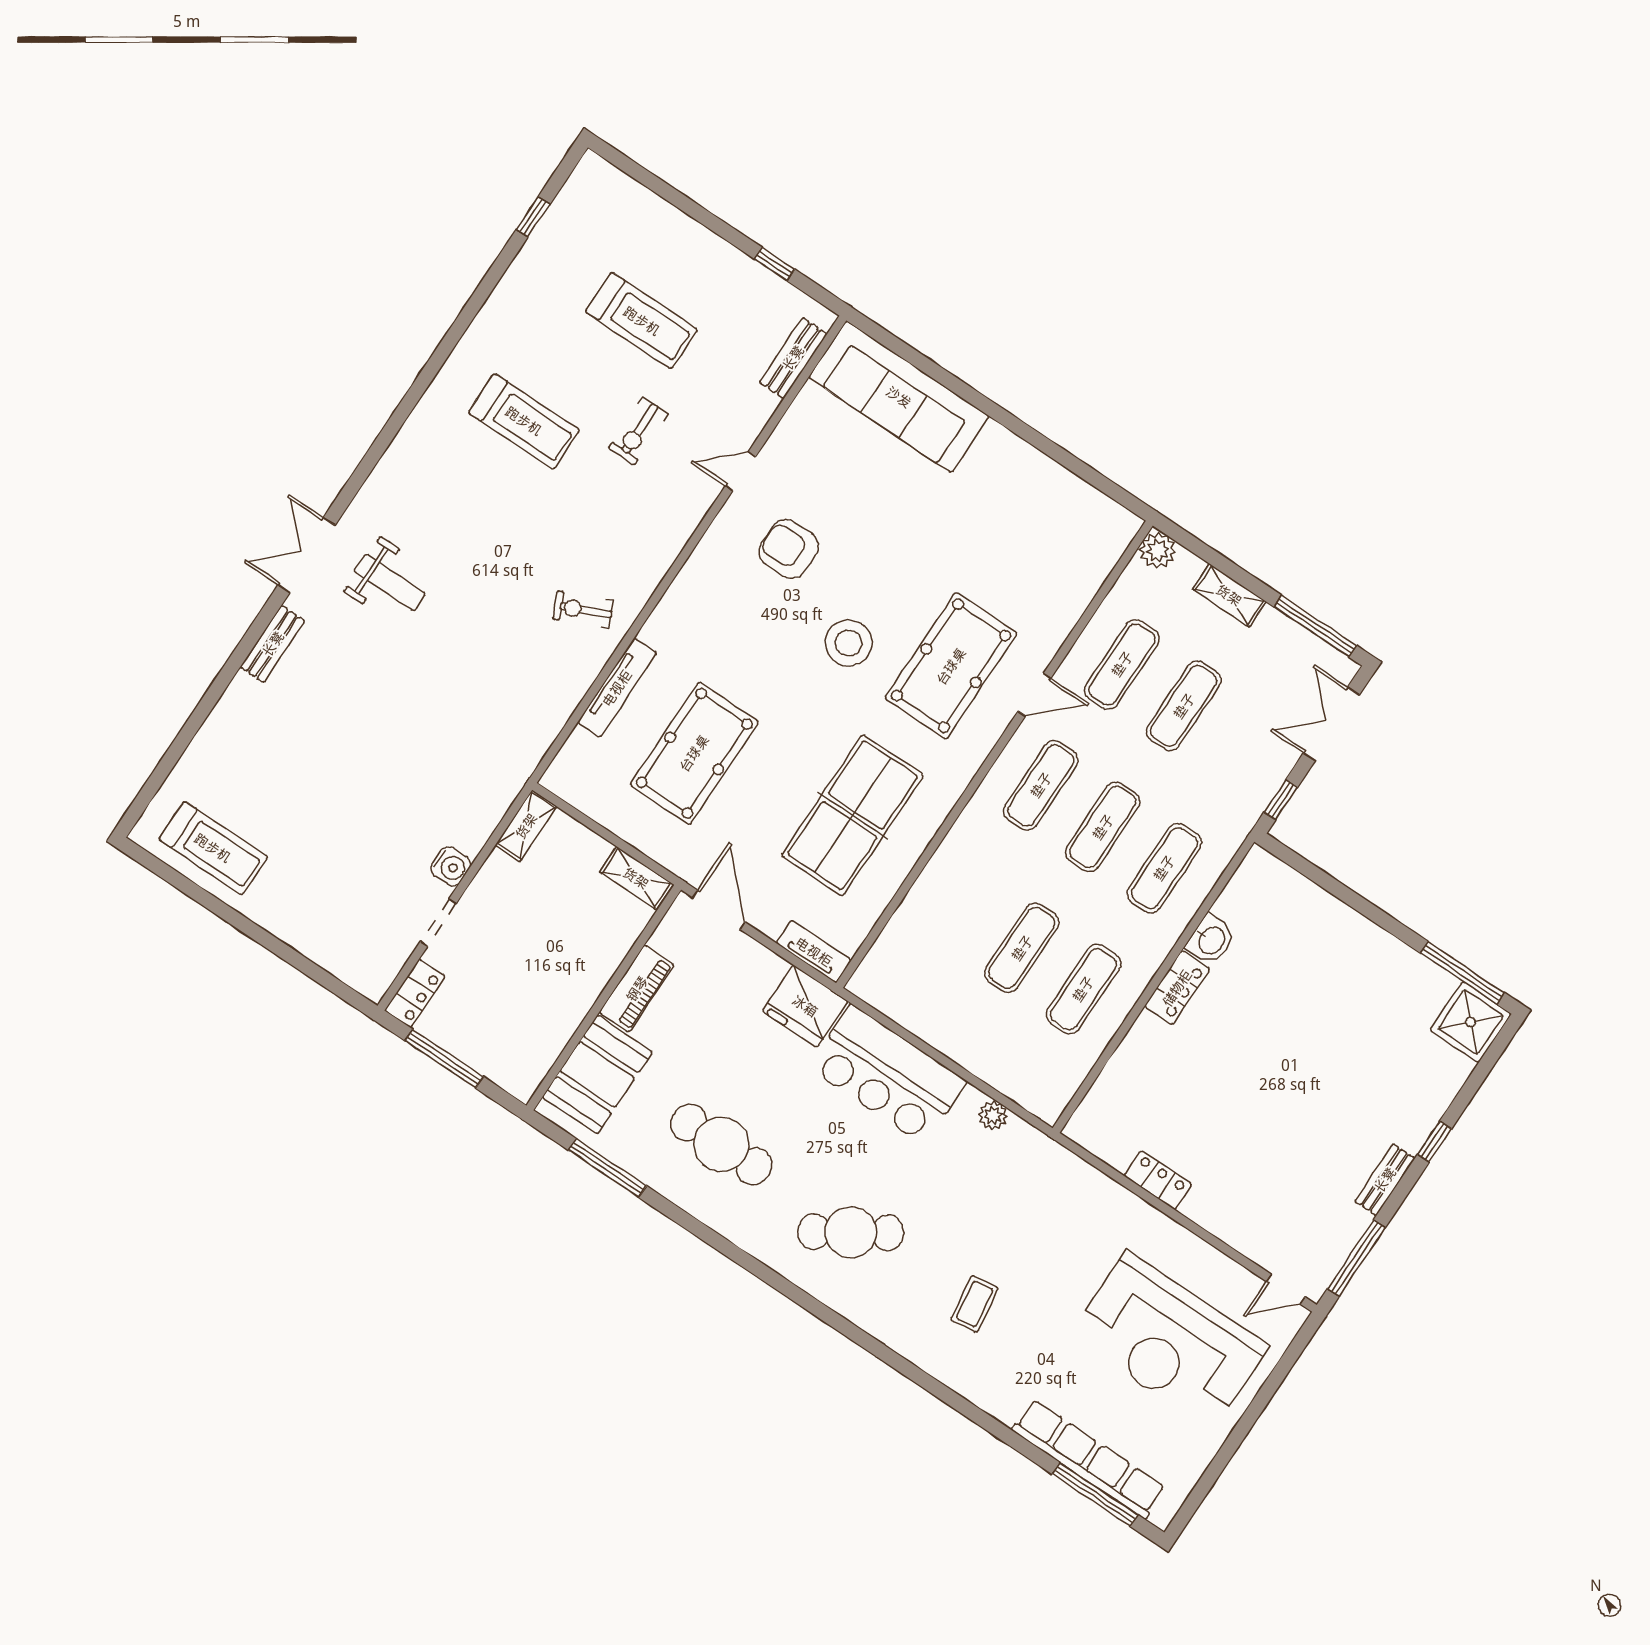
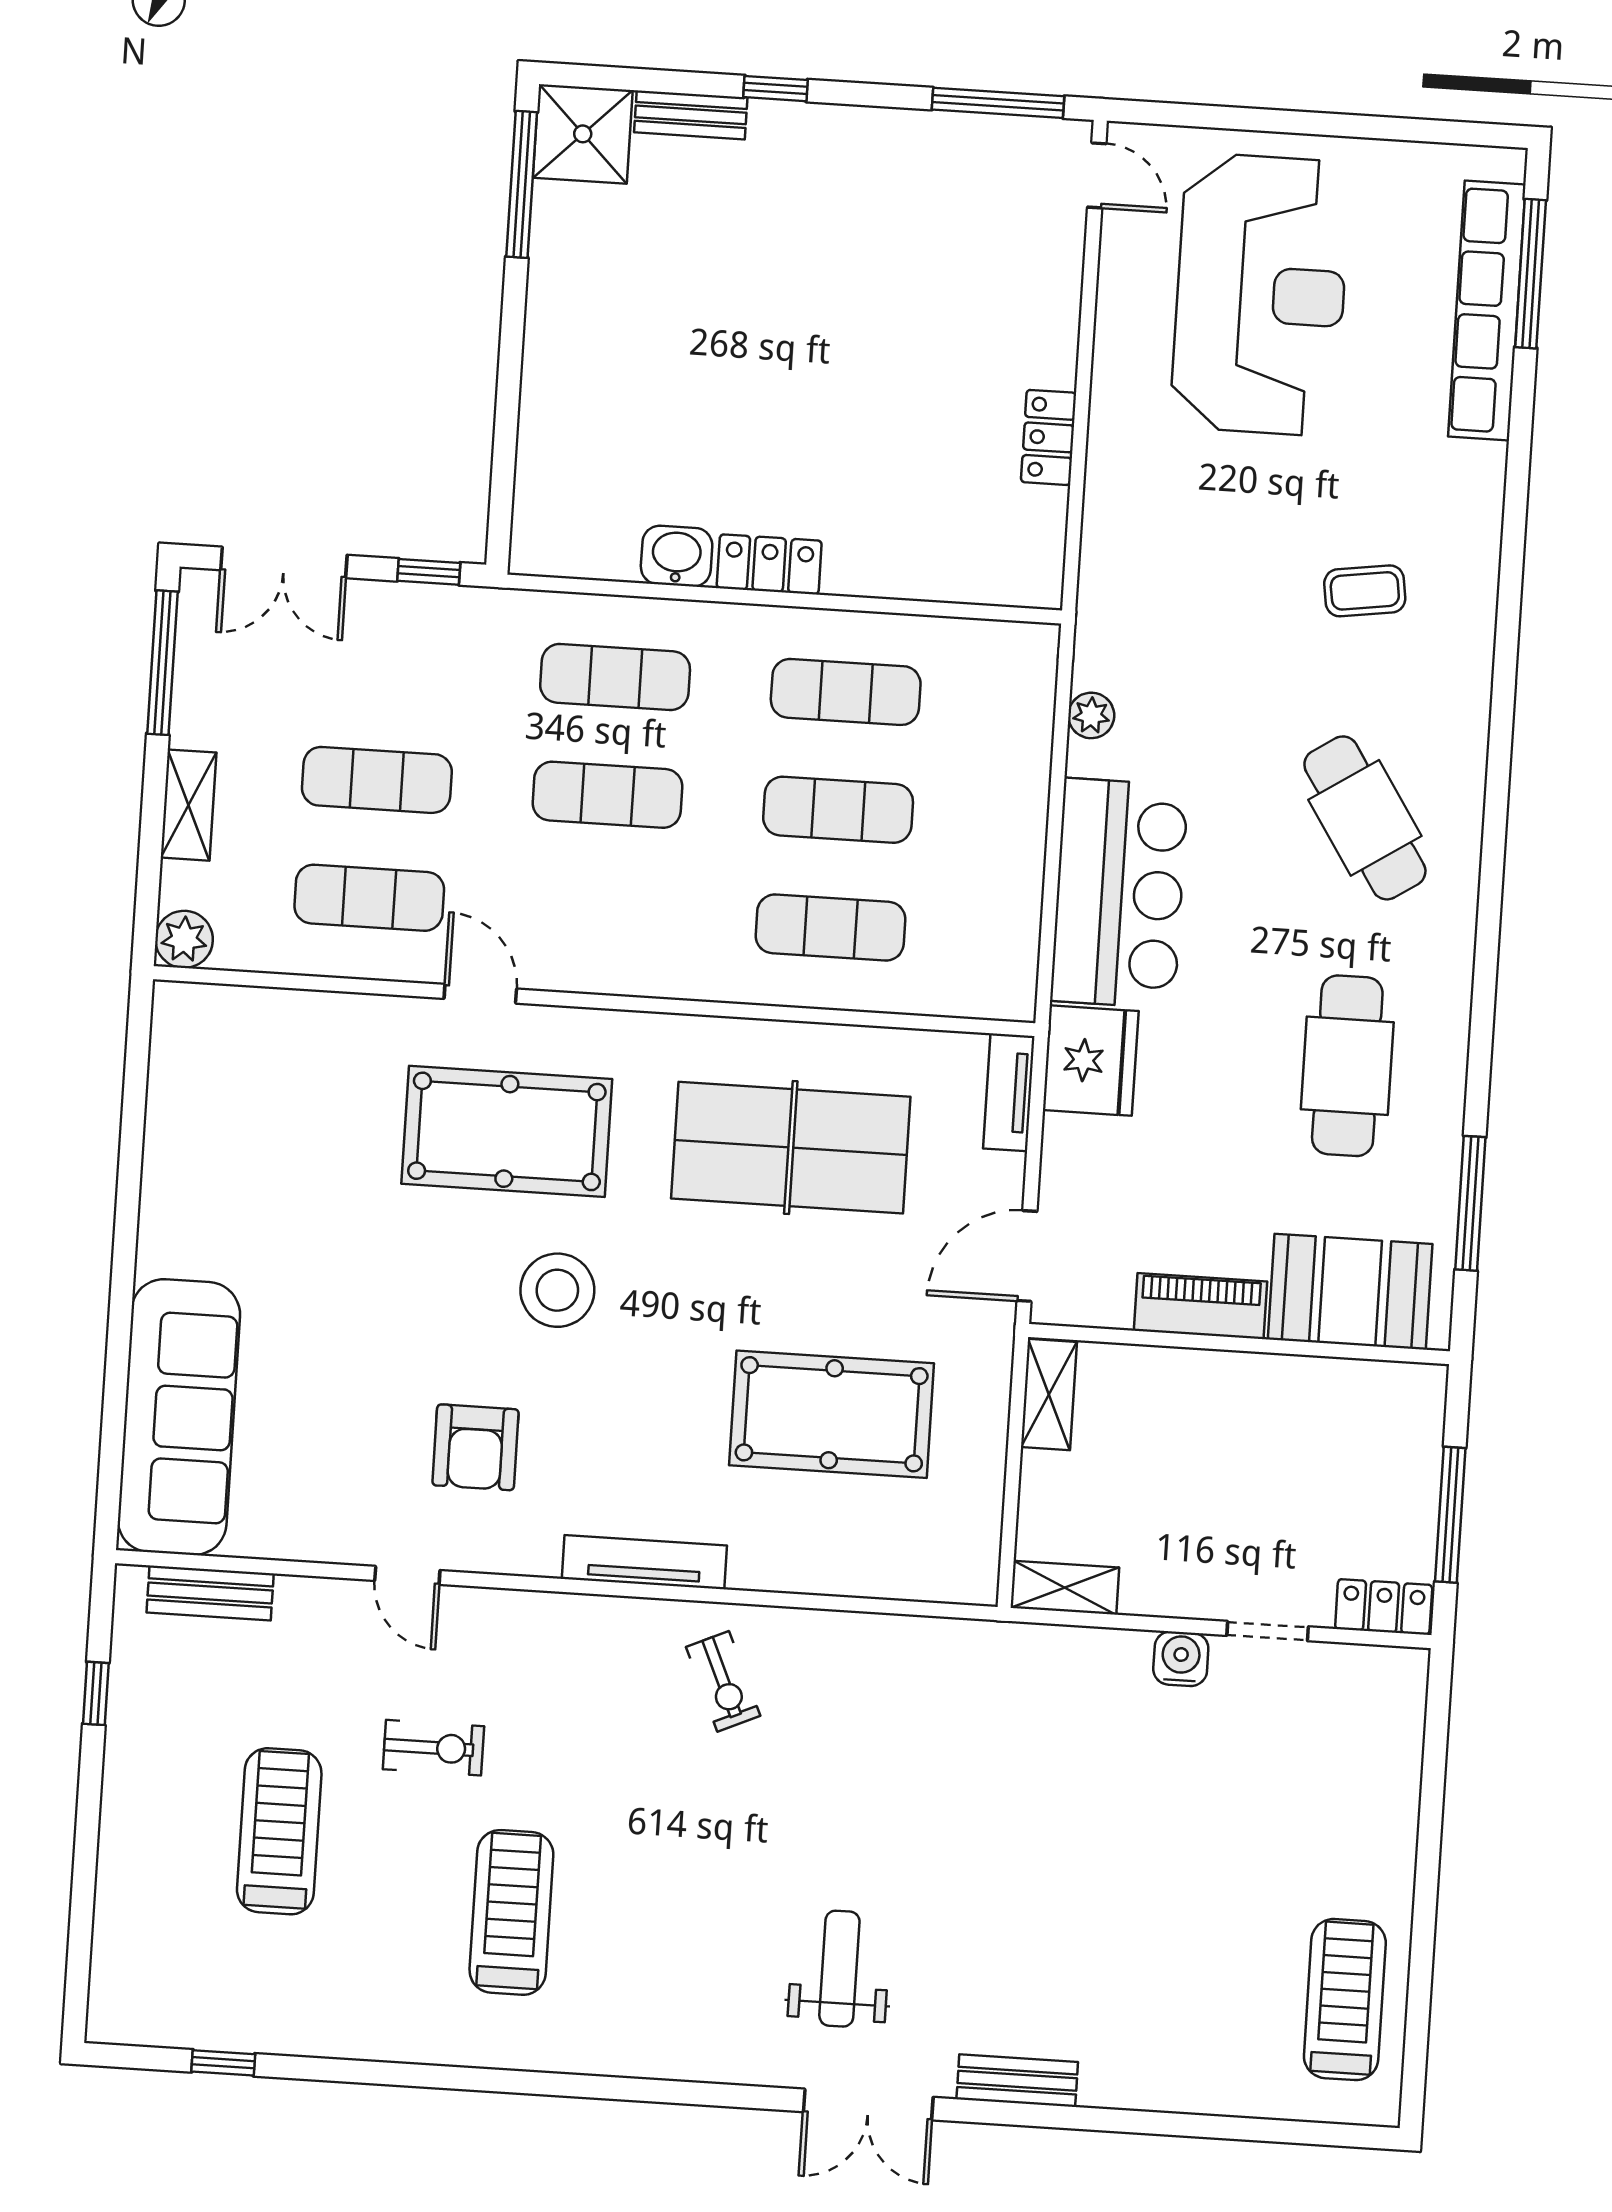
tv unit: (617, 688) -> (644, 1562), moved
exercise mat: (1041, 785) -> (830, 928), moved
bench: (1385, 1180) -> (691, 115), moved

